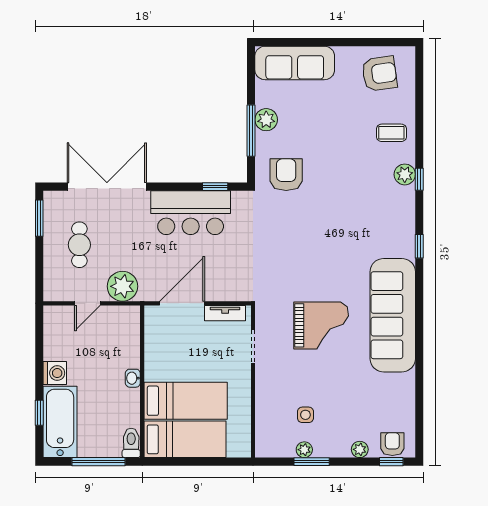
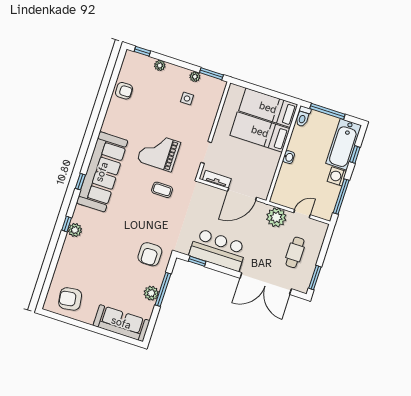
coffee table: (391, 133) -> (162, 190), moved
sofa: (393, 315) -> (102, 172), moved
window: (39, 346) -> (341, 197), added
armchair: (392, 444) -> (124, 91), moved, turned -90
window: (312, 462) -> (211, 74), moved

